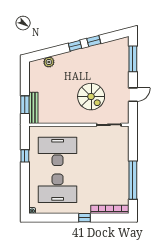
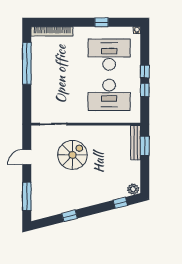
window: (75, 46) -> (120, 203), moved
plant: (49, 62) -> (133, 189), moved
spiral stairs: (91, 97) -> (72, 155), turned 90
window: (25, 173) -> (145, 72), added
window: (84, 218) -> (101, 22), moved

